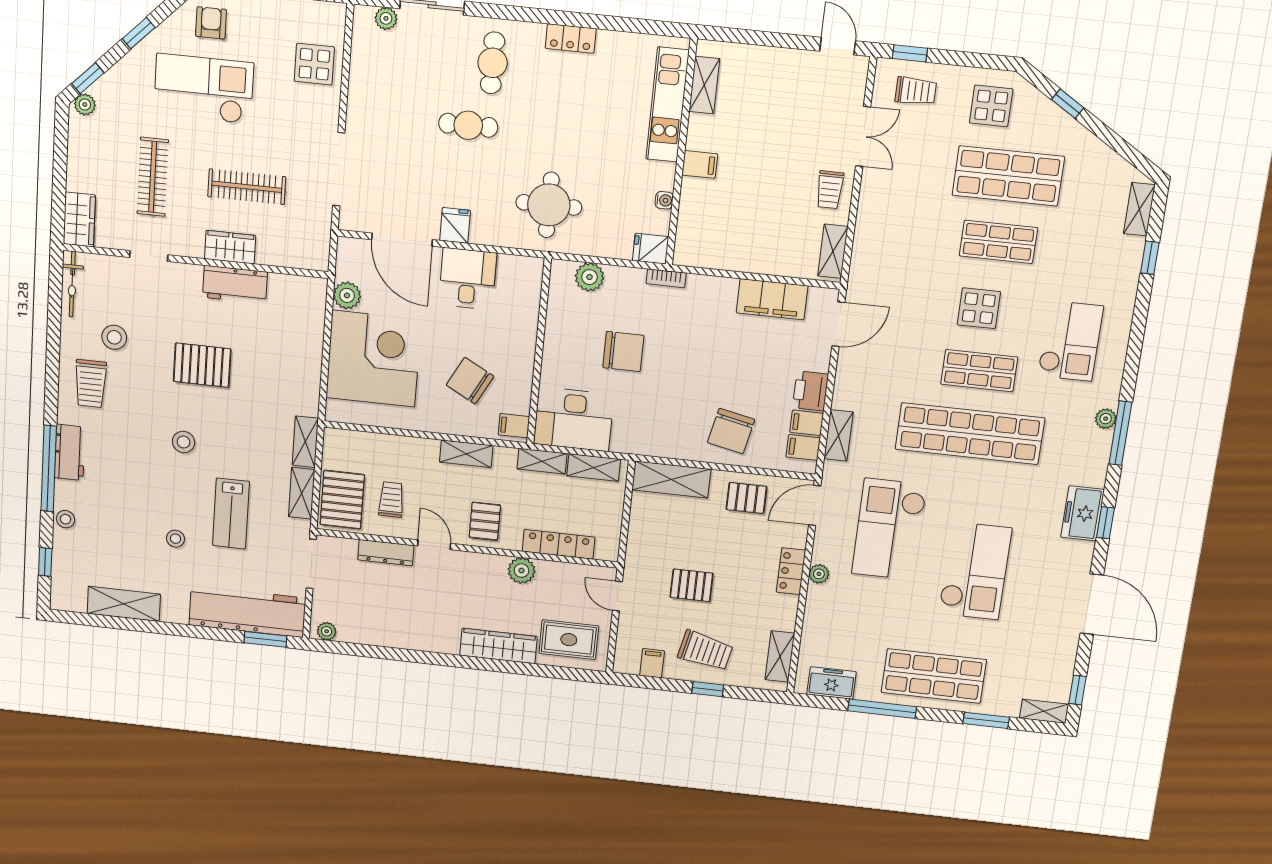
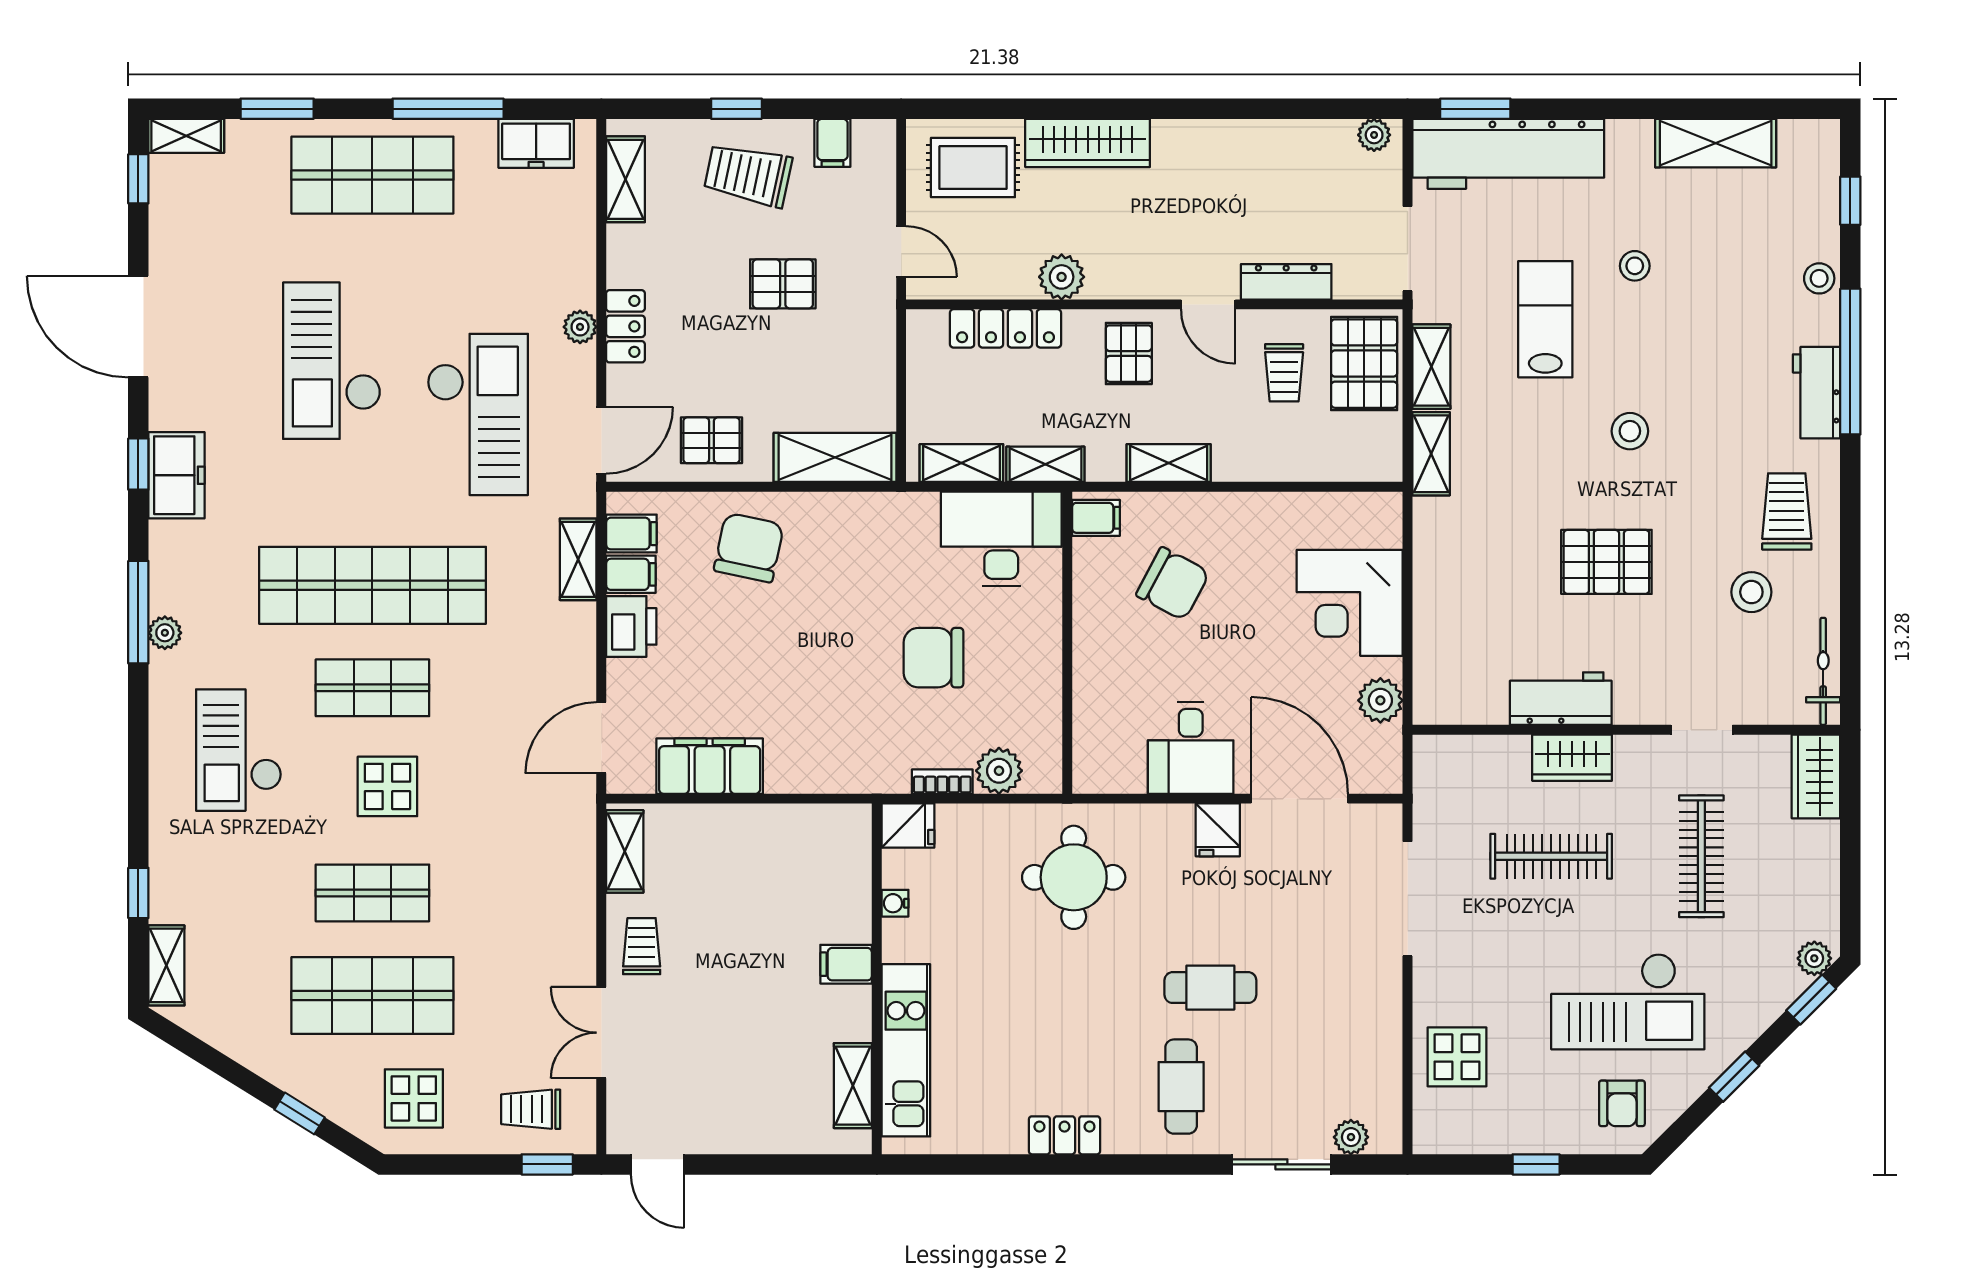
bookcase: (666, 278) -> (942, 782), moved
corner desk: (373, 359) -> (1350, 603), width x0.74, depth x0.74

